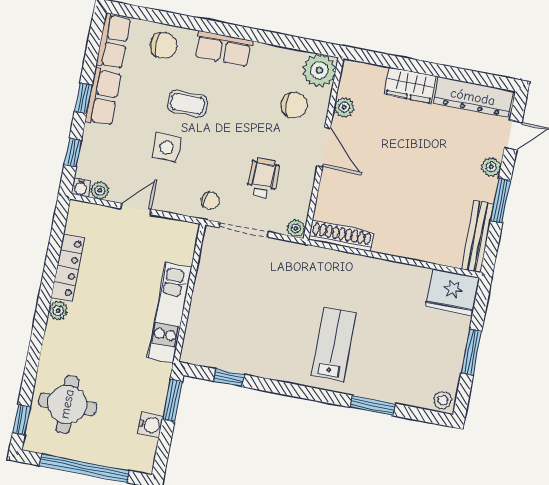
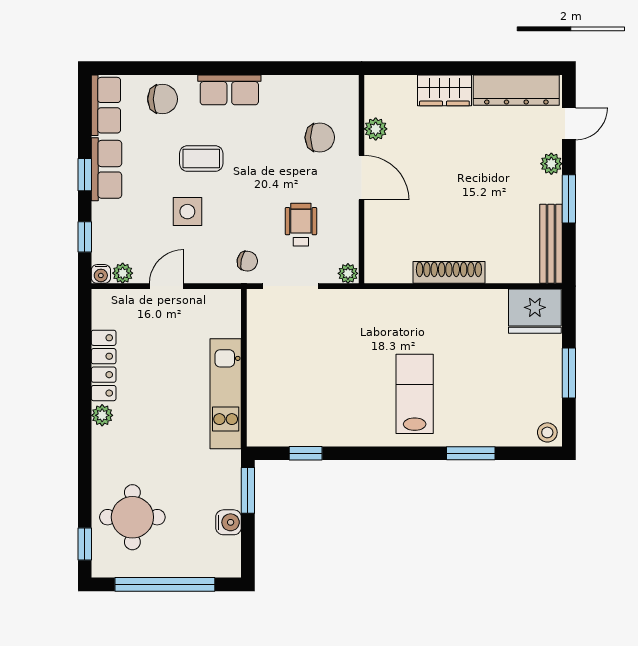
plant: (319, 70) -> (340, 93), removed
shoe rack: (341, 236) -> (449, 272), moved

